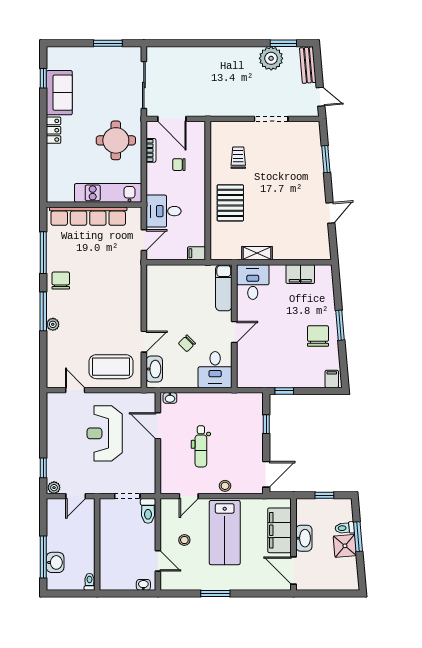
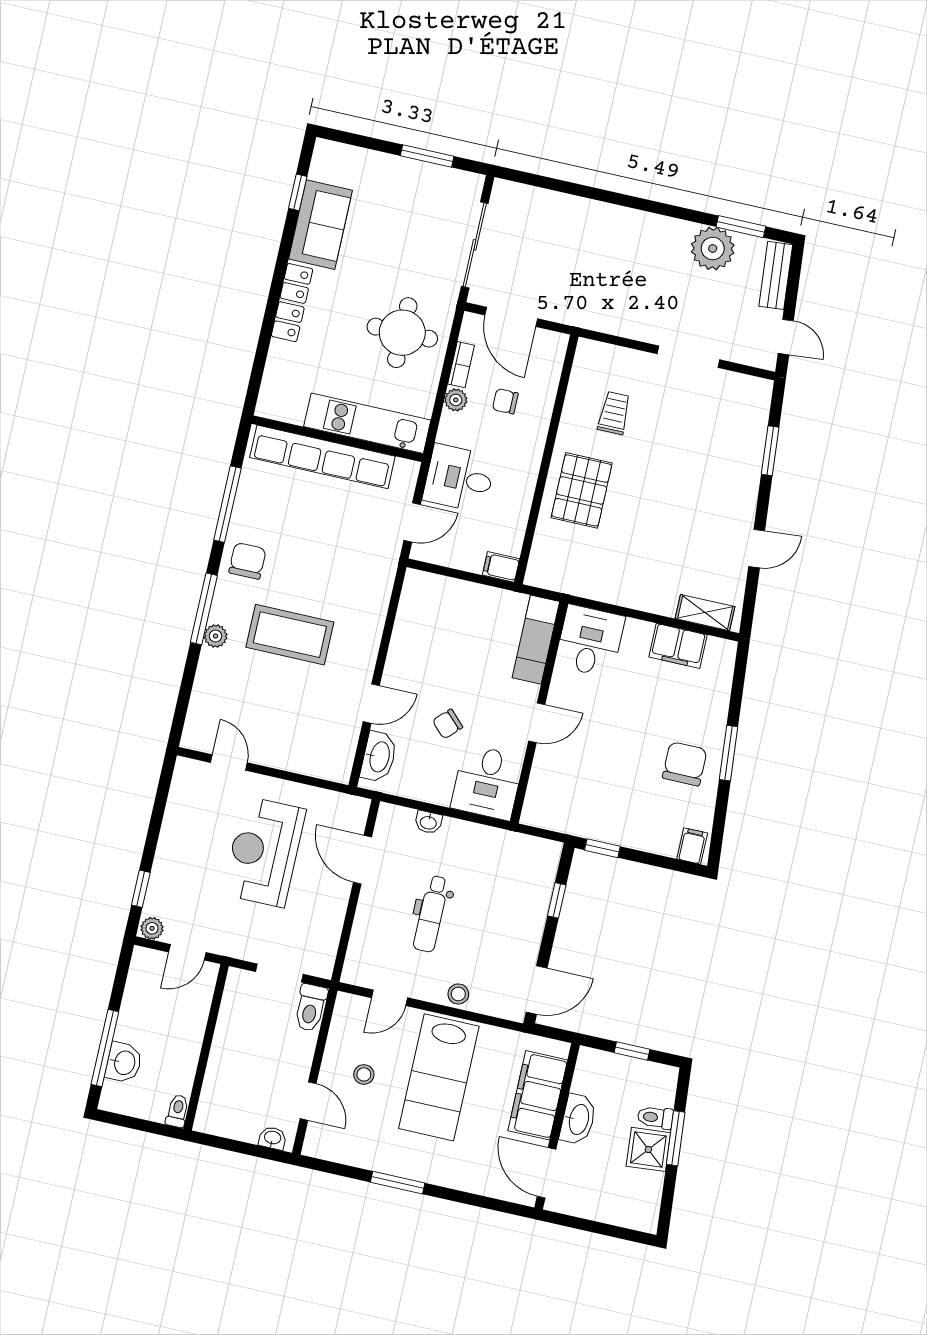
locker: (54, 130) -> (292, 303), width x1.53
plant: (152, 170) -> (456, 400), added
shelving: (257, 253) -> (705, 613), moved
coffee table: (111, 367) -> (290, 635), moved
washbasin: (170, 398) -> (428, 822), moved

